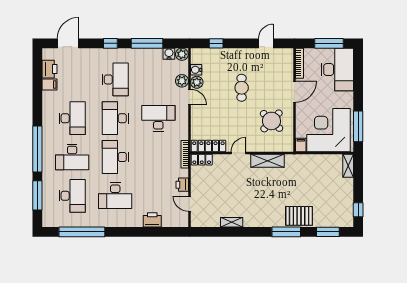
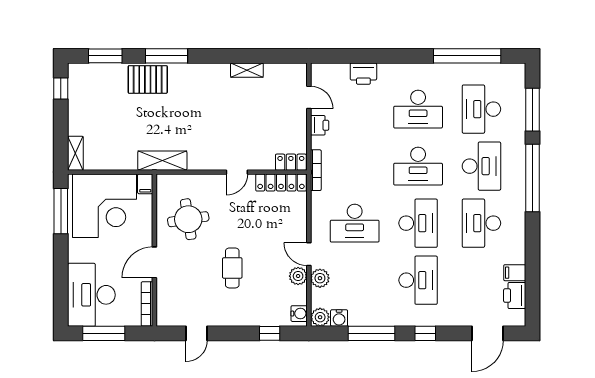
water cooler: (196, 70) -> (299, 314), moved
desk: (115, 79) -> (418, 280), turned 180
round table: (271, 121) -> (188, 219), turned 38
desk: (72, 157) -> (481, 166), turned 90
desk: (115, 157) -> (418, 166), turned 90
shelving: (268, 161) -> (162, 161), moved
desk: (115, 196) -> (418, 109), turned 180

